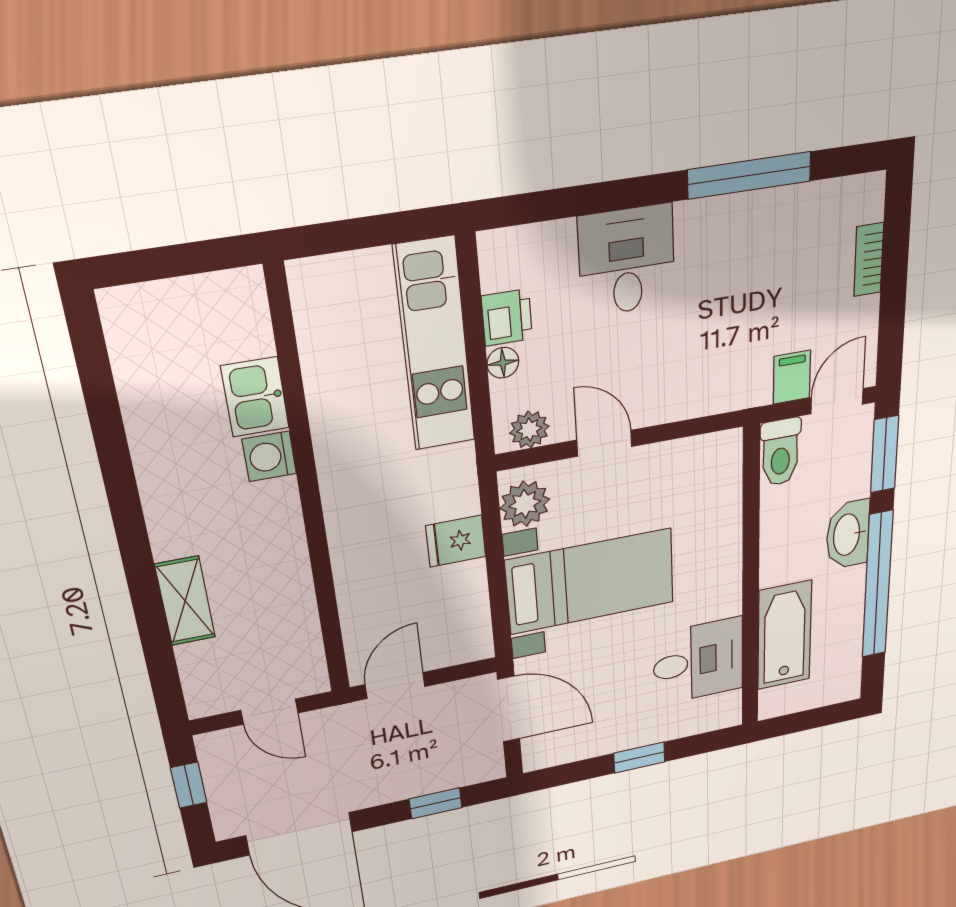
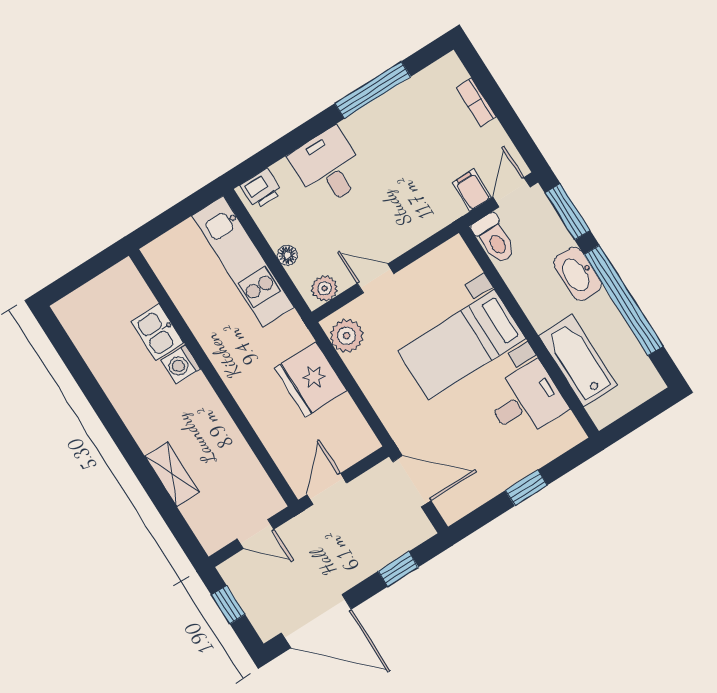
printer: (507, 318) -> (261, 189), moved, turned 90
fridge: (456, 541) -> (311, 379), width x1.88, depth x1.34
bed with nightstands: (590, 581) -> (462, 345), moved, turned 180

